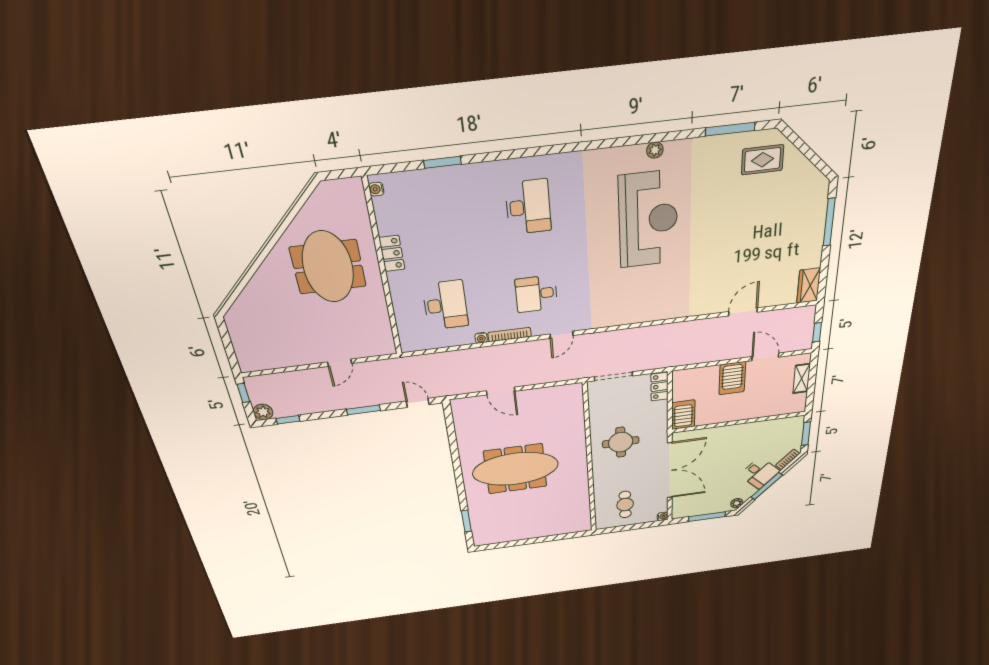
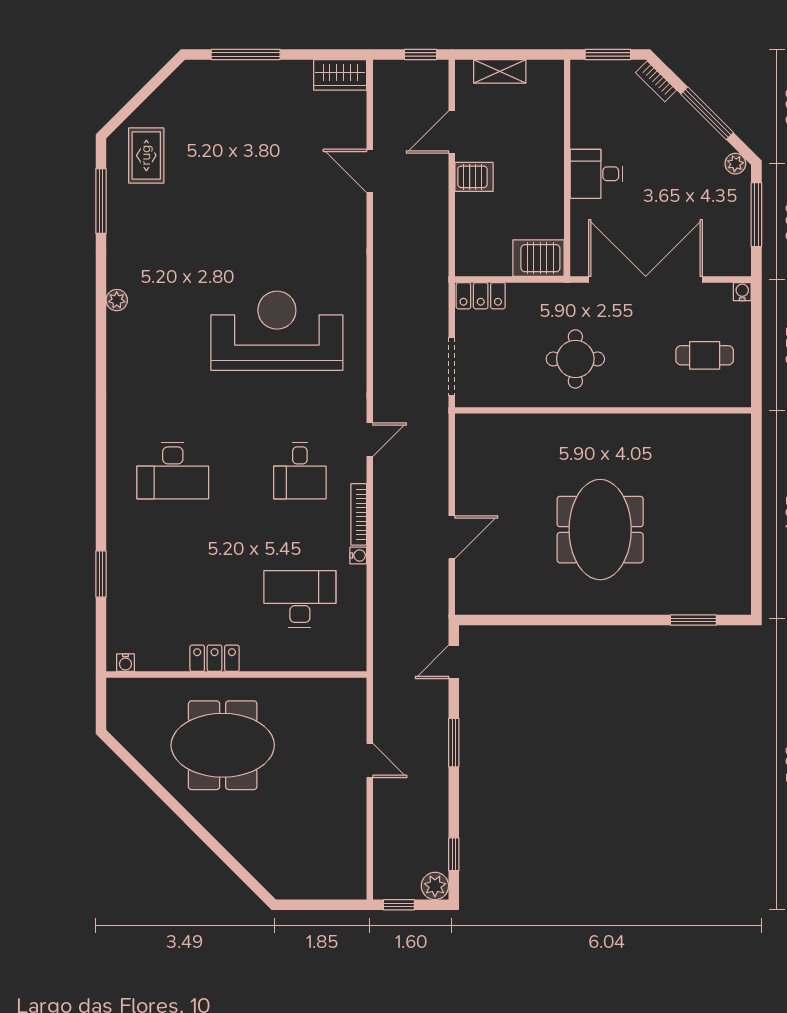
desk: (528, 207) -> (173, 471), turned 180
reception desk: (648, 220) -> (277, 331), moved
door: (562, 335) -> (370, 440), hinge flipped
server rack: (732, 378) -> (474, 177), width x0.73, depth x0.70
meeting table: (515, 469) -> (600, 530), width x0.73
desk: (760, 473) -> (597, 174), moved, turned -135

